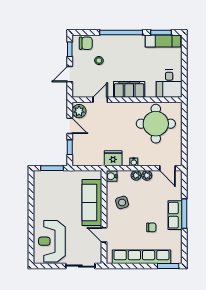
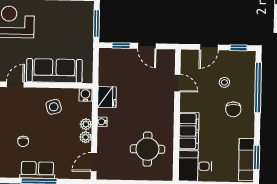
window: (121, 32) -> (258, 87), moved
chair: (86, 43) -> (233, 109), moved
door: (70, 74) -> (209, 47), swing flipped
filing cabinet: (129, 89) -> (189, 131), moved
plant: (79, 111) -> (164, 57), removed
round table: (156, 124) -> (147, 149), width x0.73, depth x0.73
door: (70, 126) -> (147, 46), hinge flipped

